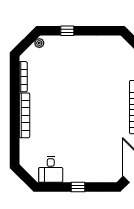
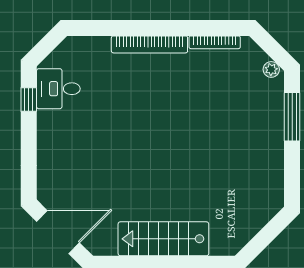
window: (67, 31) -> (292, 117), width x2.17
window: (78, 187) -> (29, 100), moved

